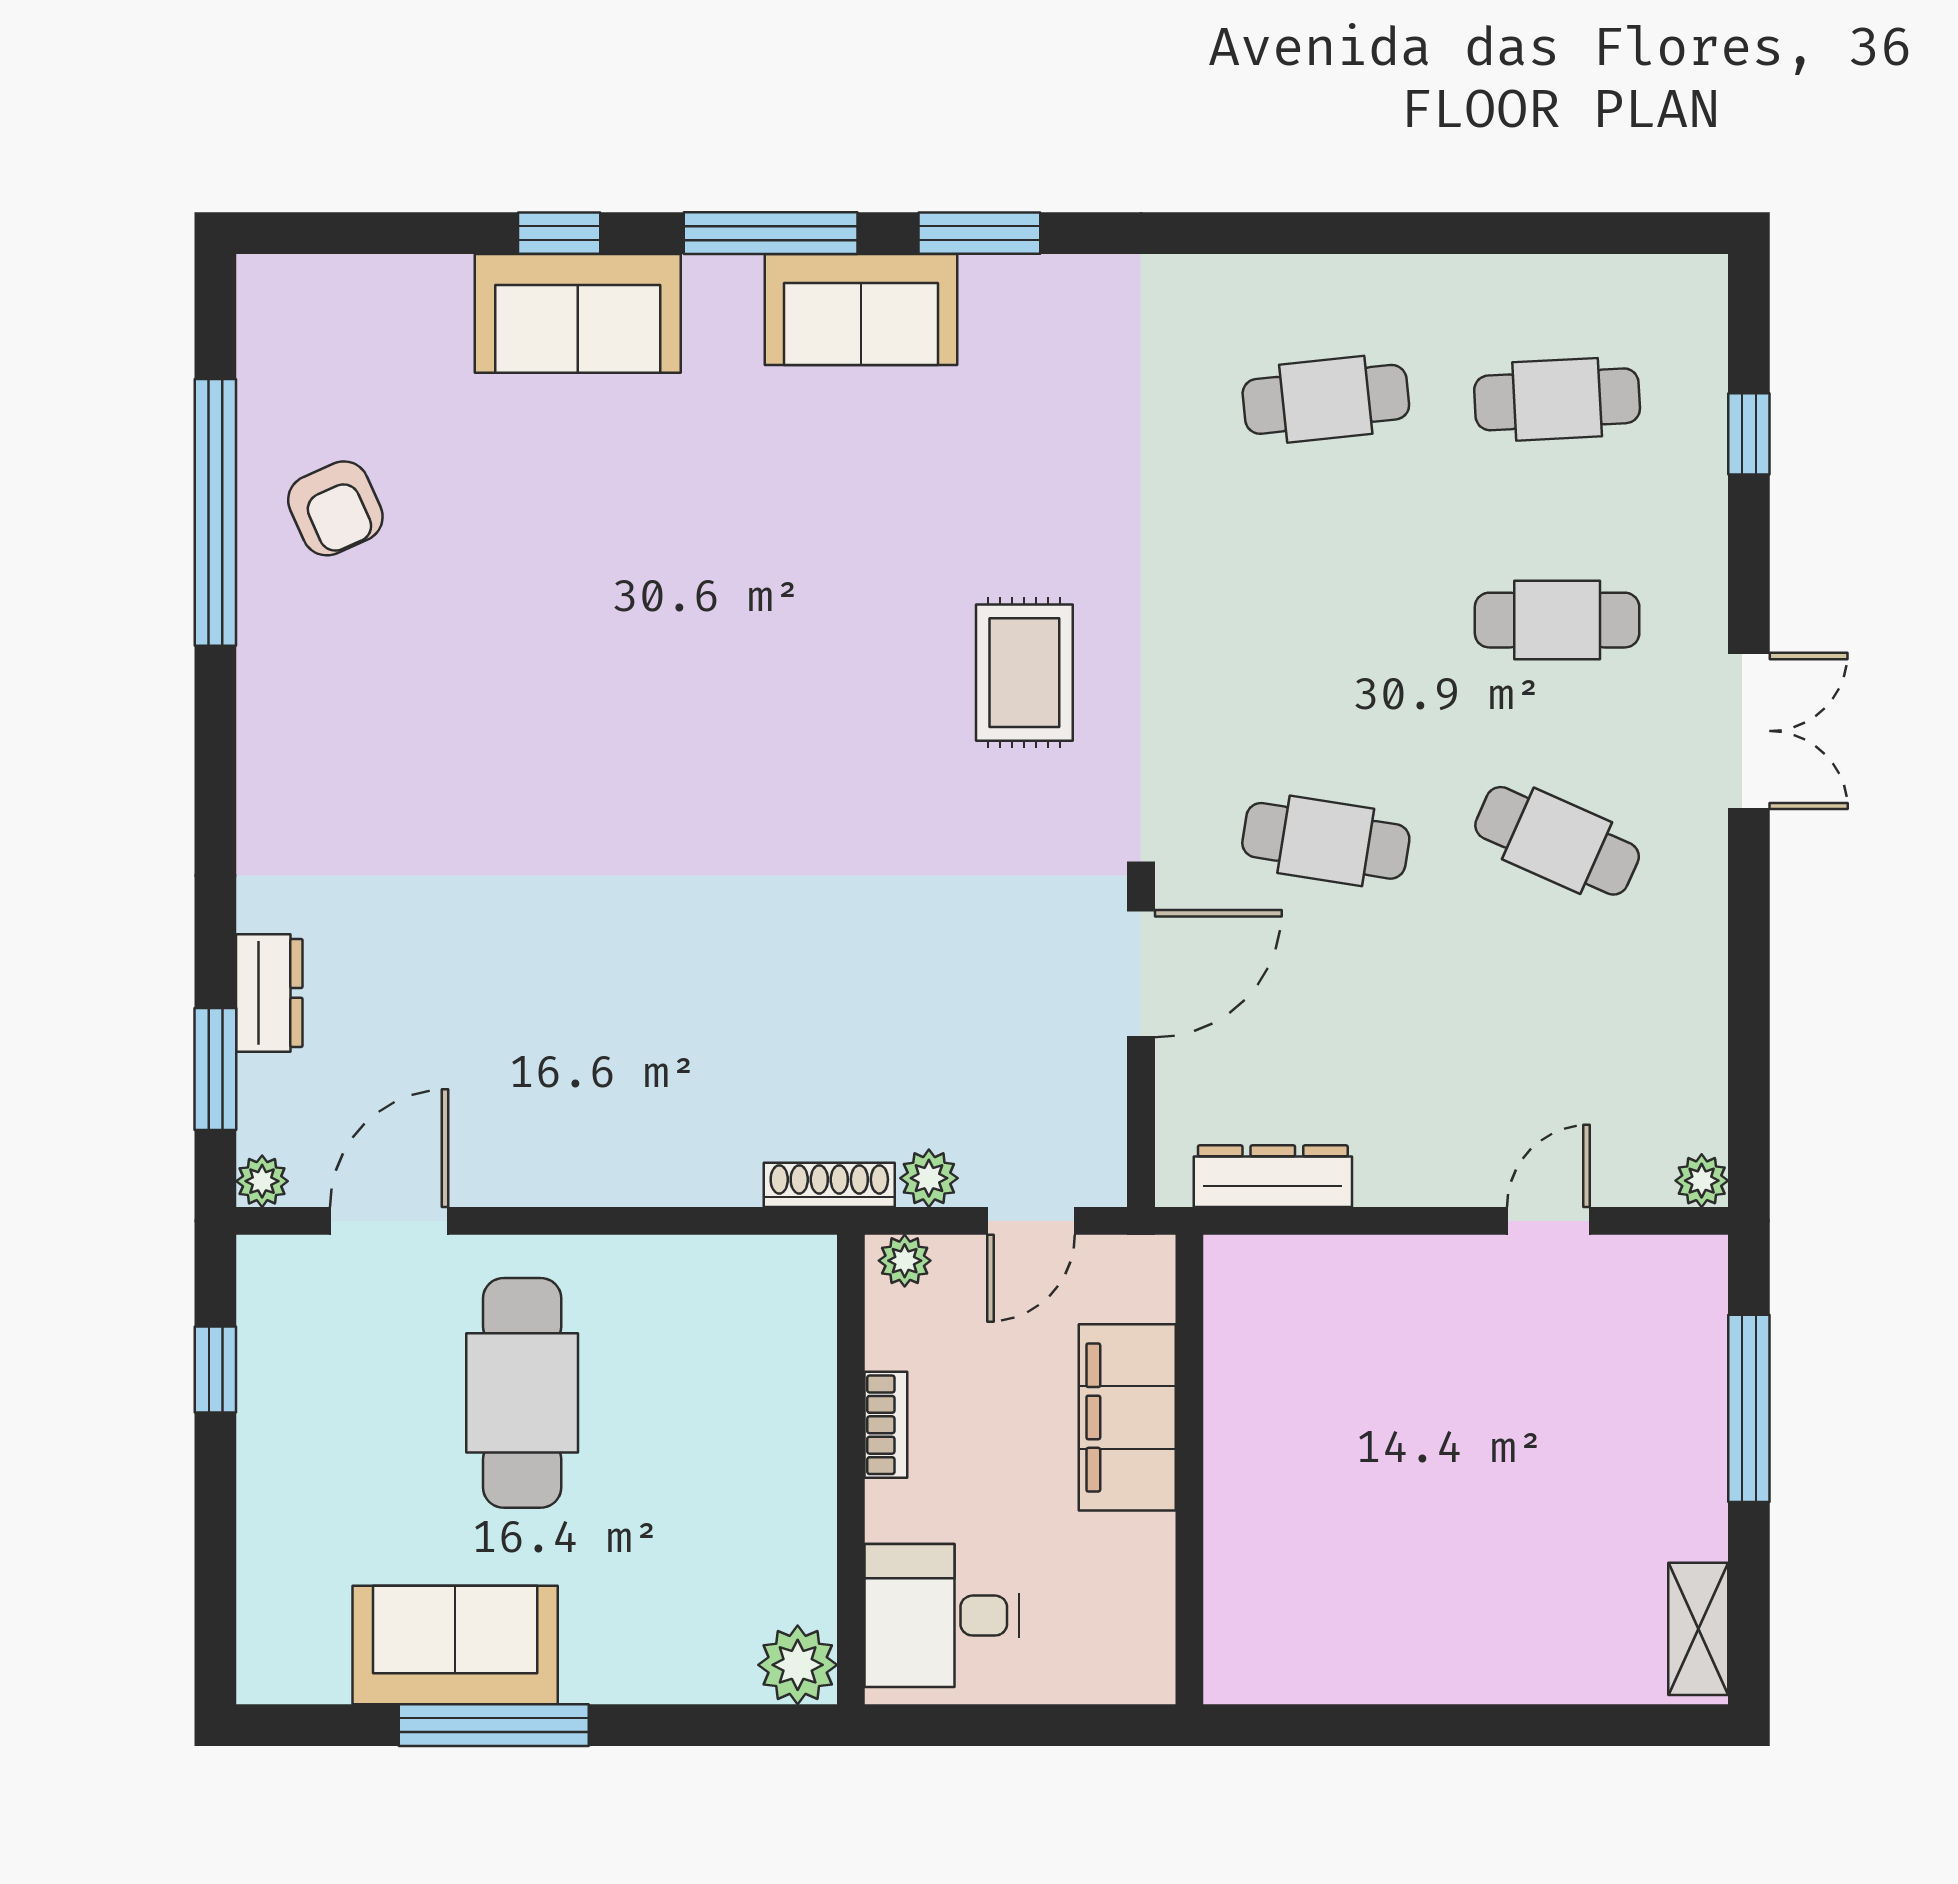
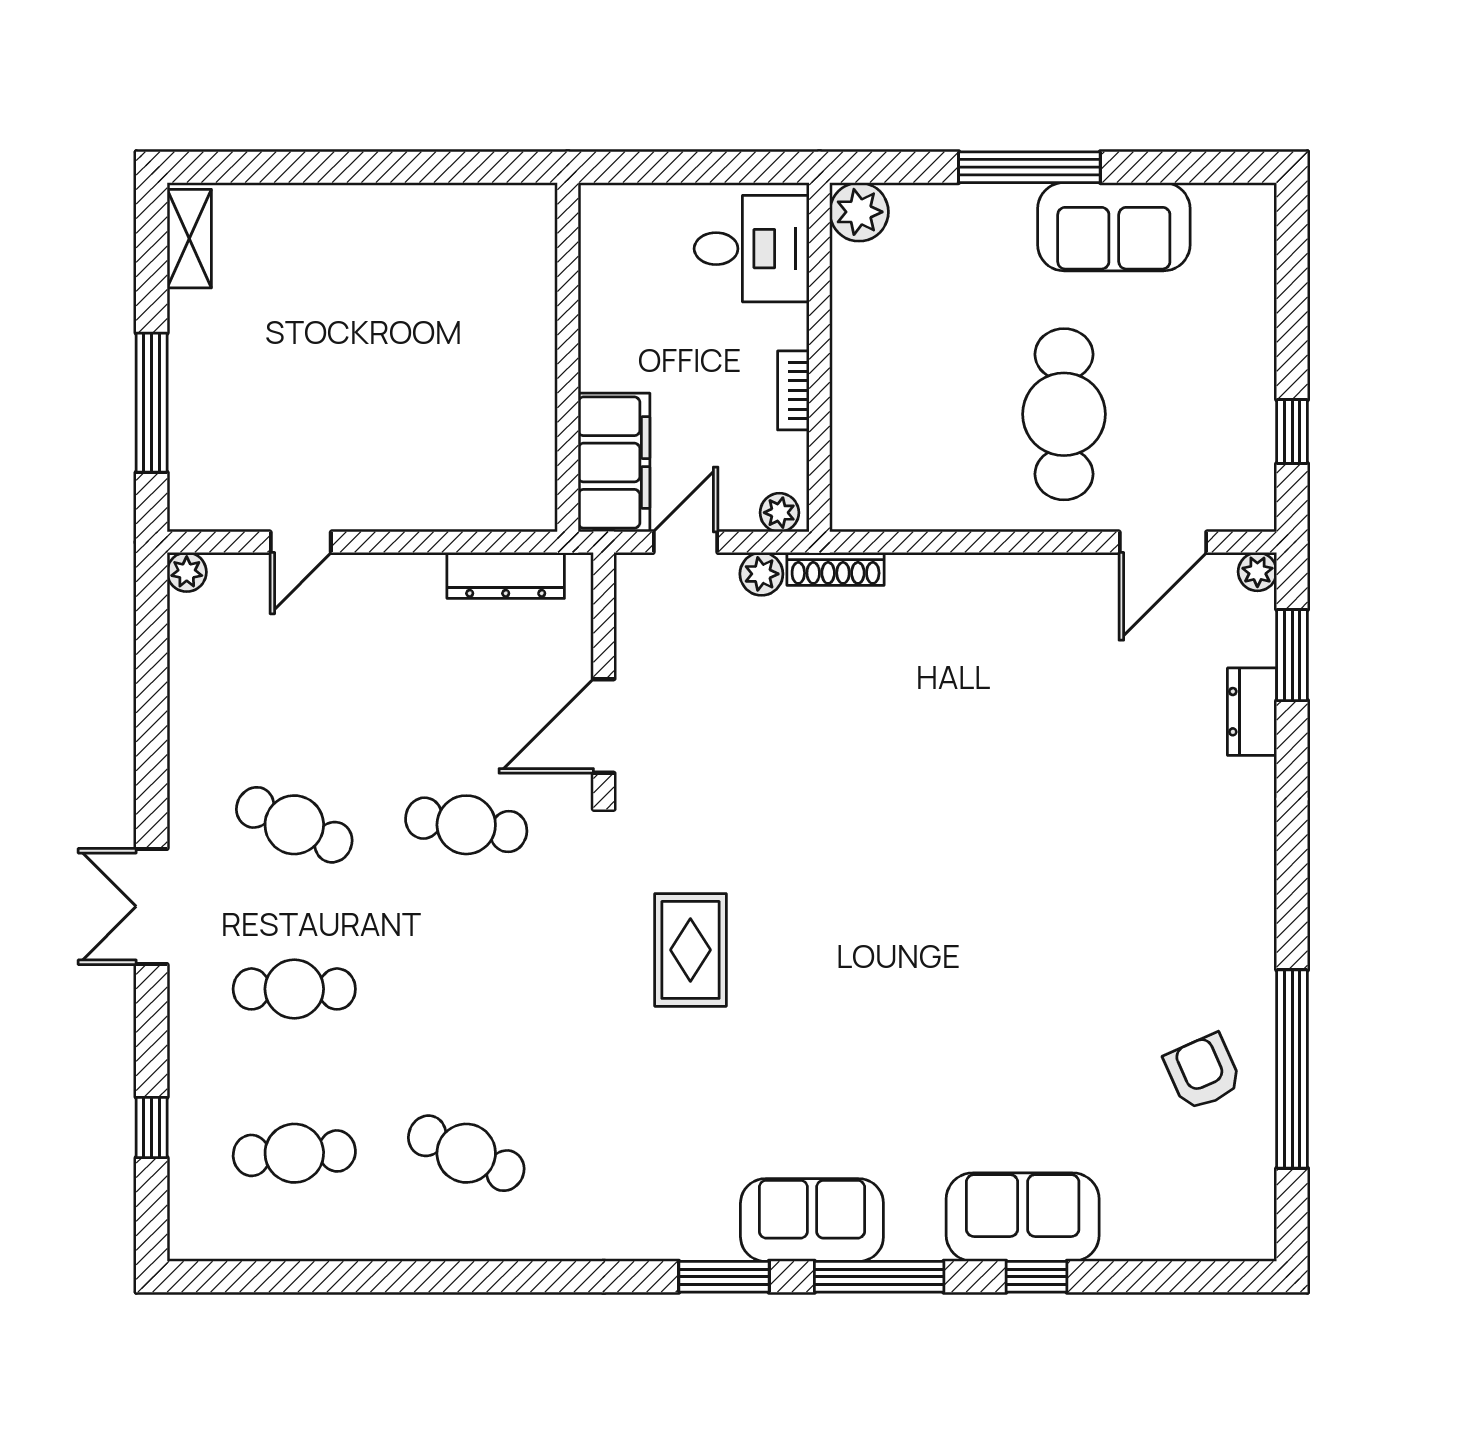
cafe table: (1326, 399) -> (466, 1153), turned 30
filing cabinet: (1127, 1417) -> (614, 463), moved
window: (494, 1725) -> (1029, 167), moved

